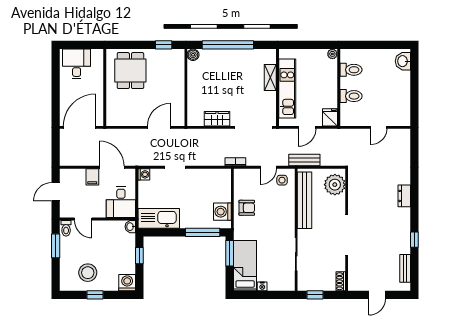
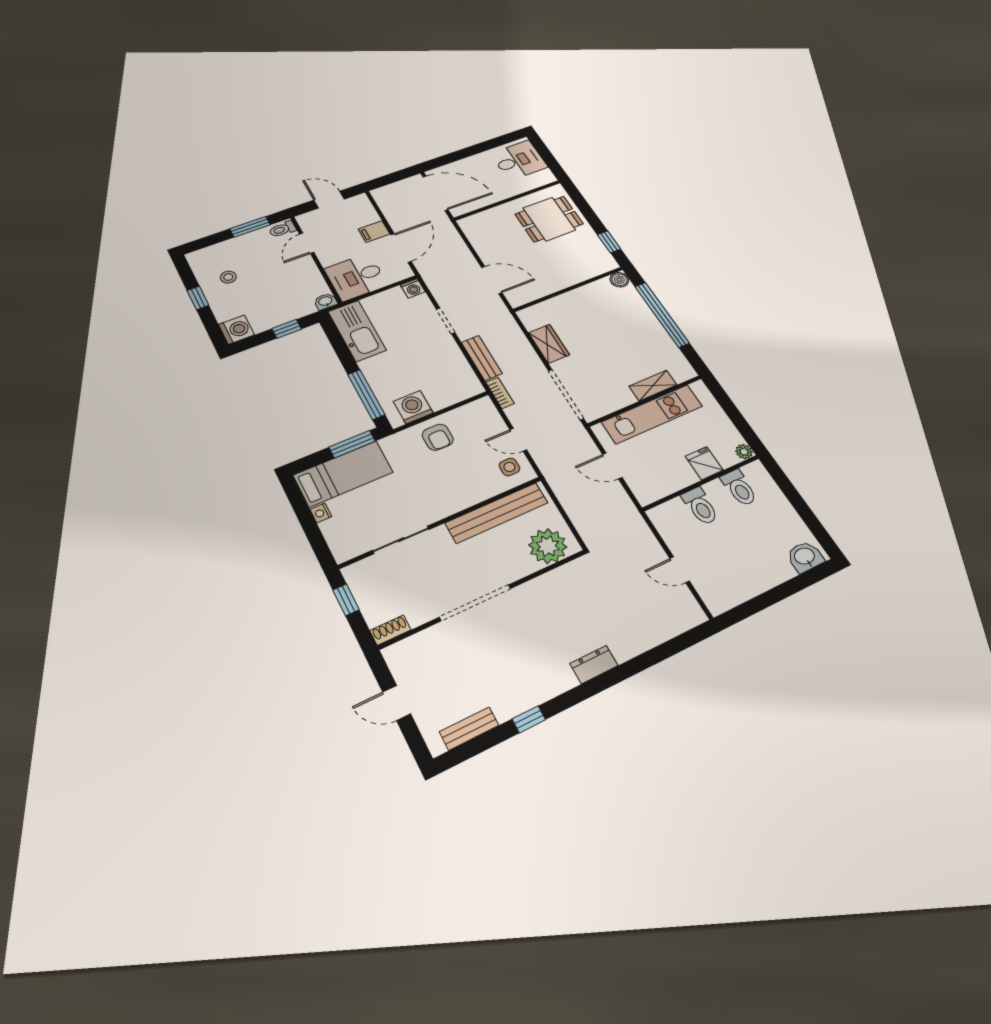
fridge: (330, 117) -> (704, 463), moved, turned -90
bench: (304, 160) -> (482, 358), moved
stool: (88, 273) -> (228, 277), width x0.53, depth x0.53

